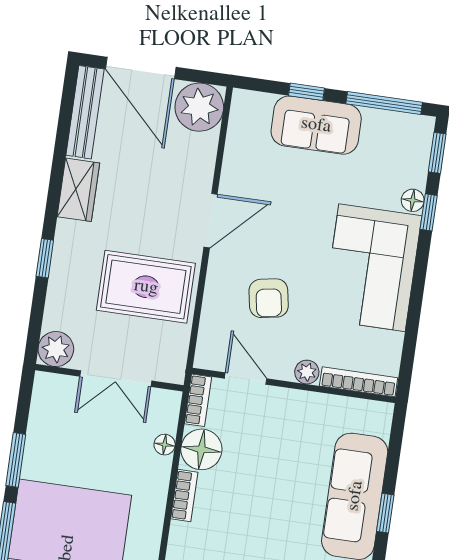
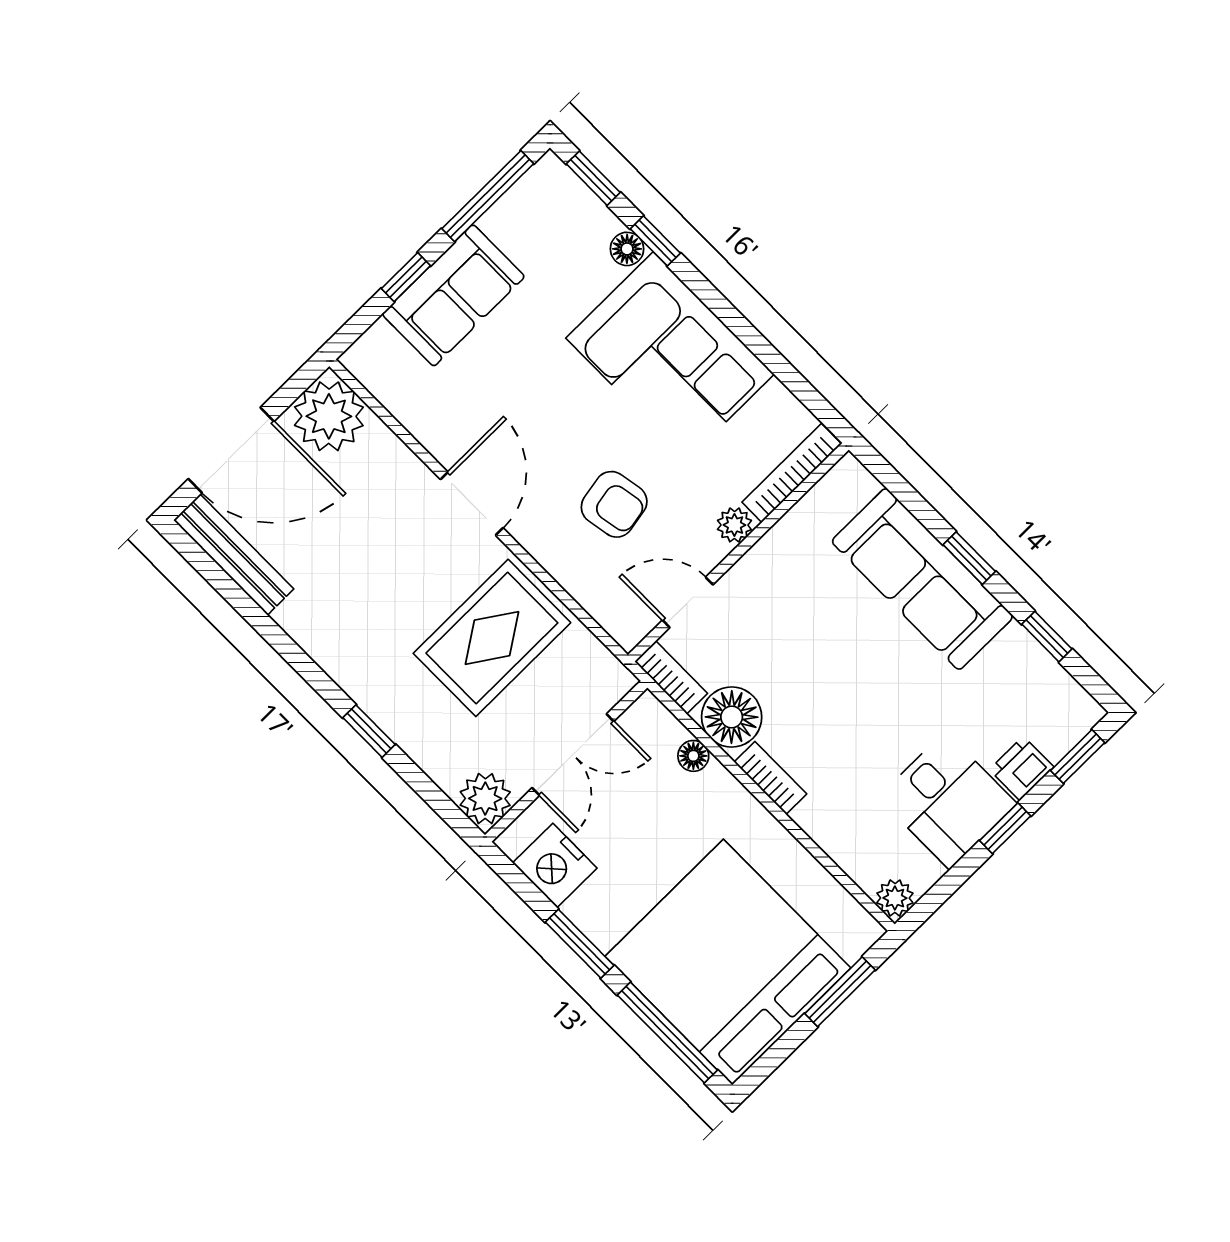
wardrobe: (78, 190) -> (319, 631), removed
nightstand: (48, 414) -> (555, 866), added

